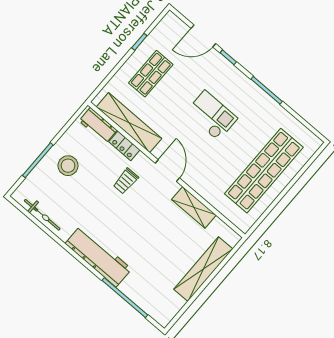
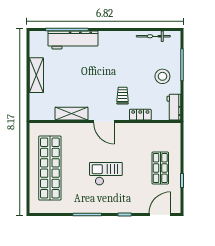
door: (203, 36) -> (160, 215), moved
checkout: (211, 115) -> (106, 174), turned 180
shelving: (129, 123) -> (149, 130), removed
workbench: (98, 126) -> (174, 107), moved, turned -90
workbench: (98, 256) -> (73, 40), moved
shelving: (203, 269) -> (36, 75), width x0.68

